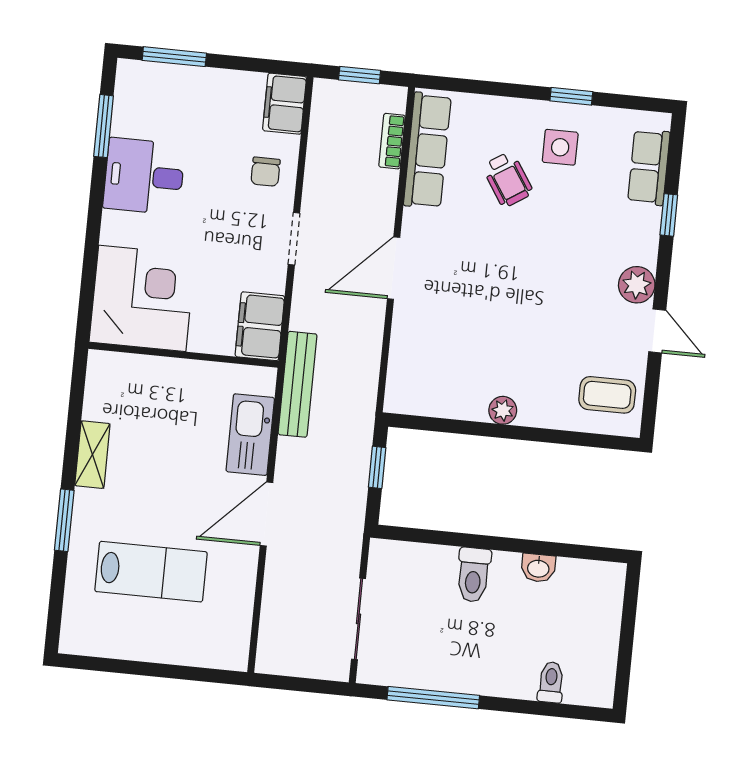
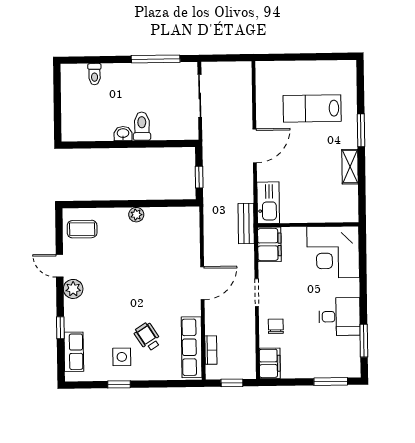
bench: (297, 384) -> (246, 223), width x0.73
kitchen sink: (250, 435) -> (268, 203), moved
washbasin: (538, 568) -> (123, 134), moved

